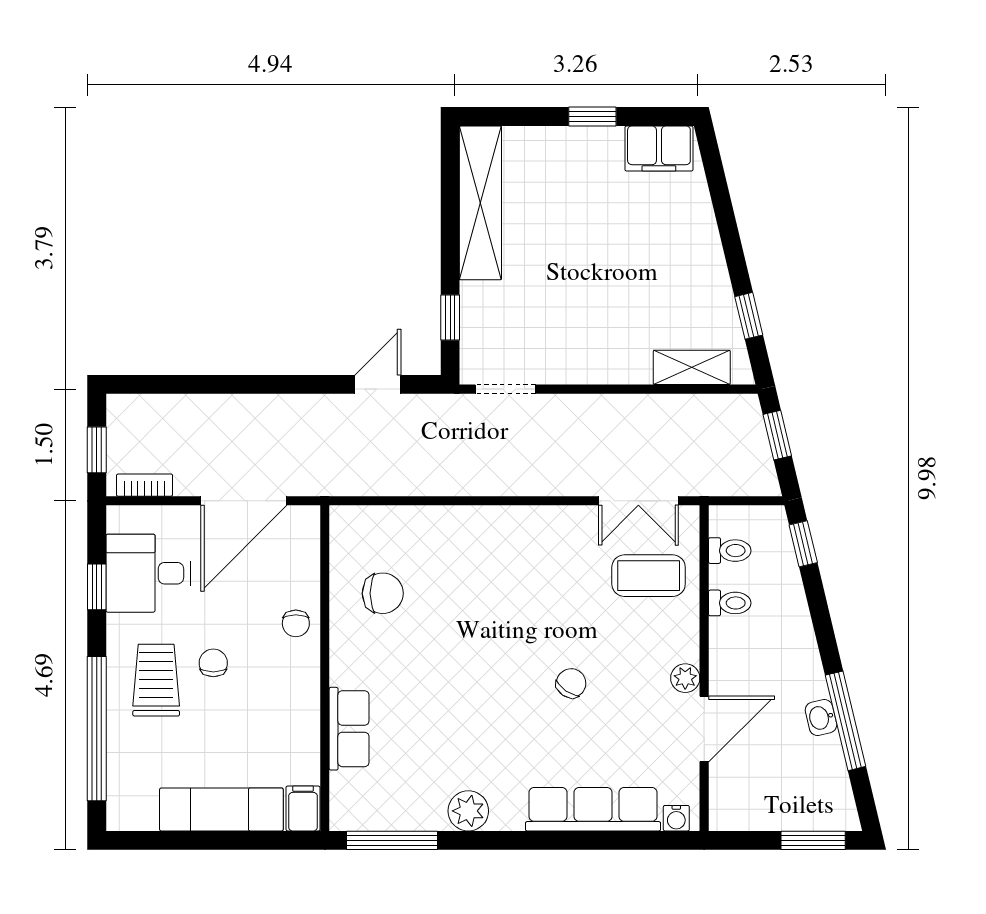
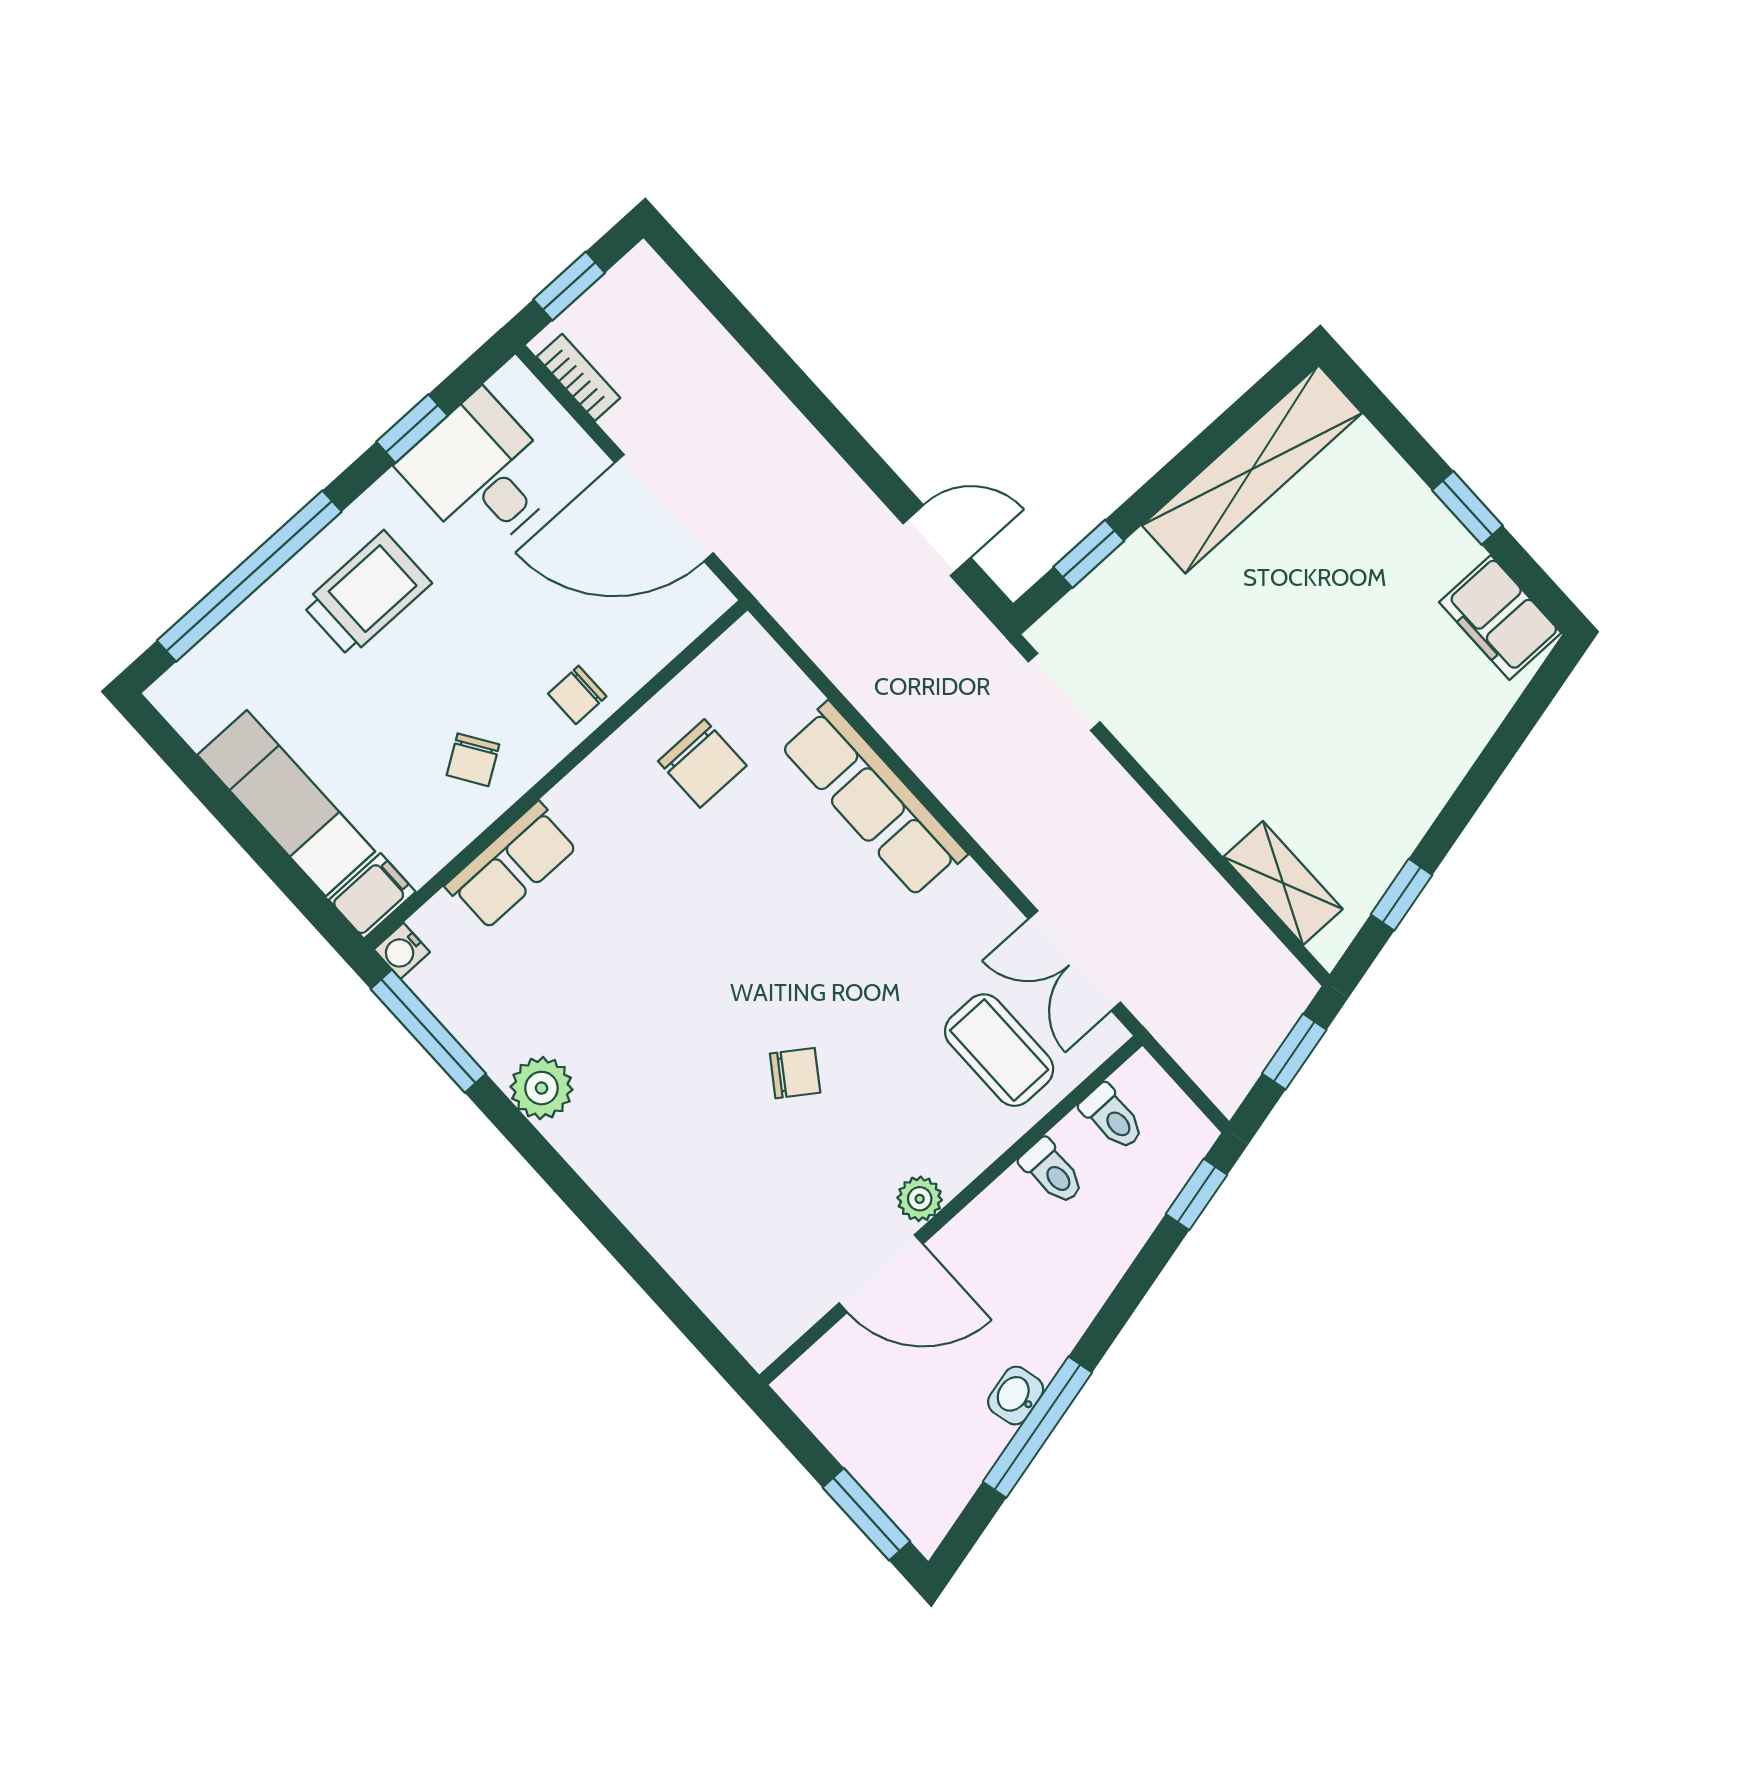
chair: (213, 663) -> (473, 760), moved, turned 147
row of seats: (593, 809) -> (873, 800), moved, turned 180
water cooler: (676, 818) -> (402, 951), moved

